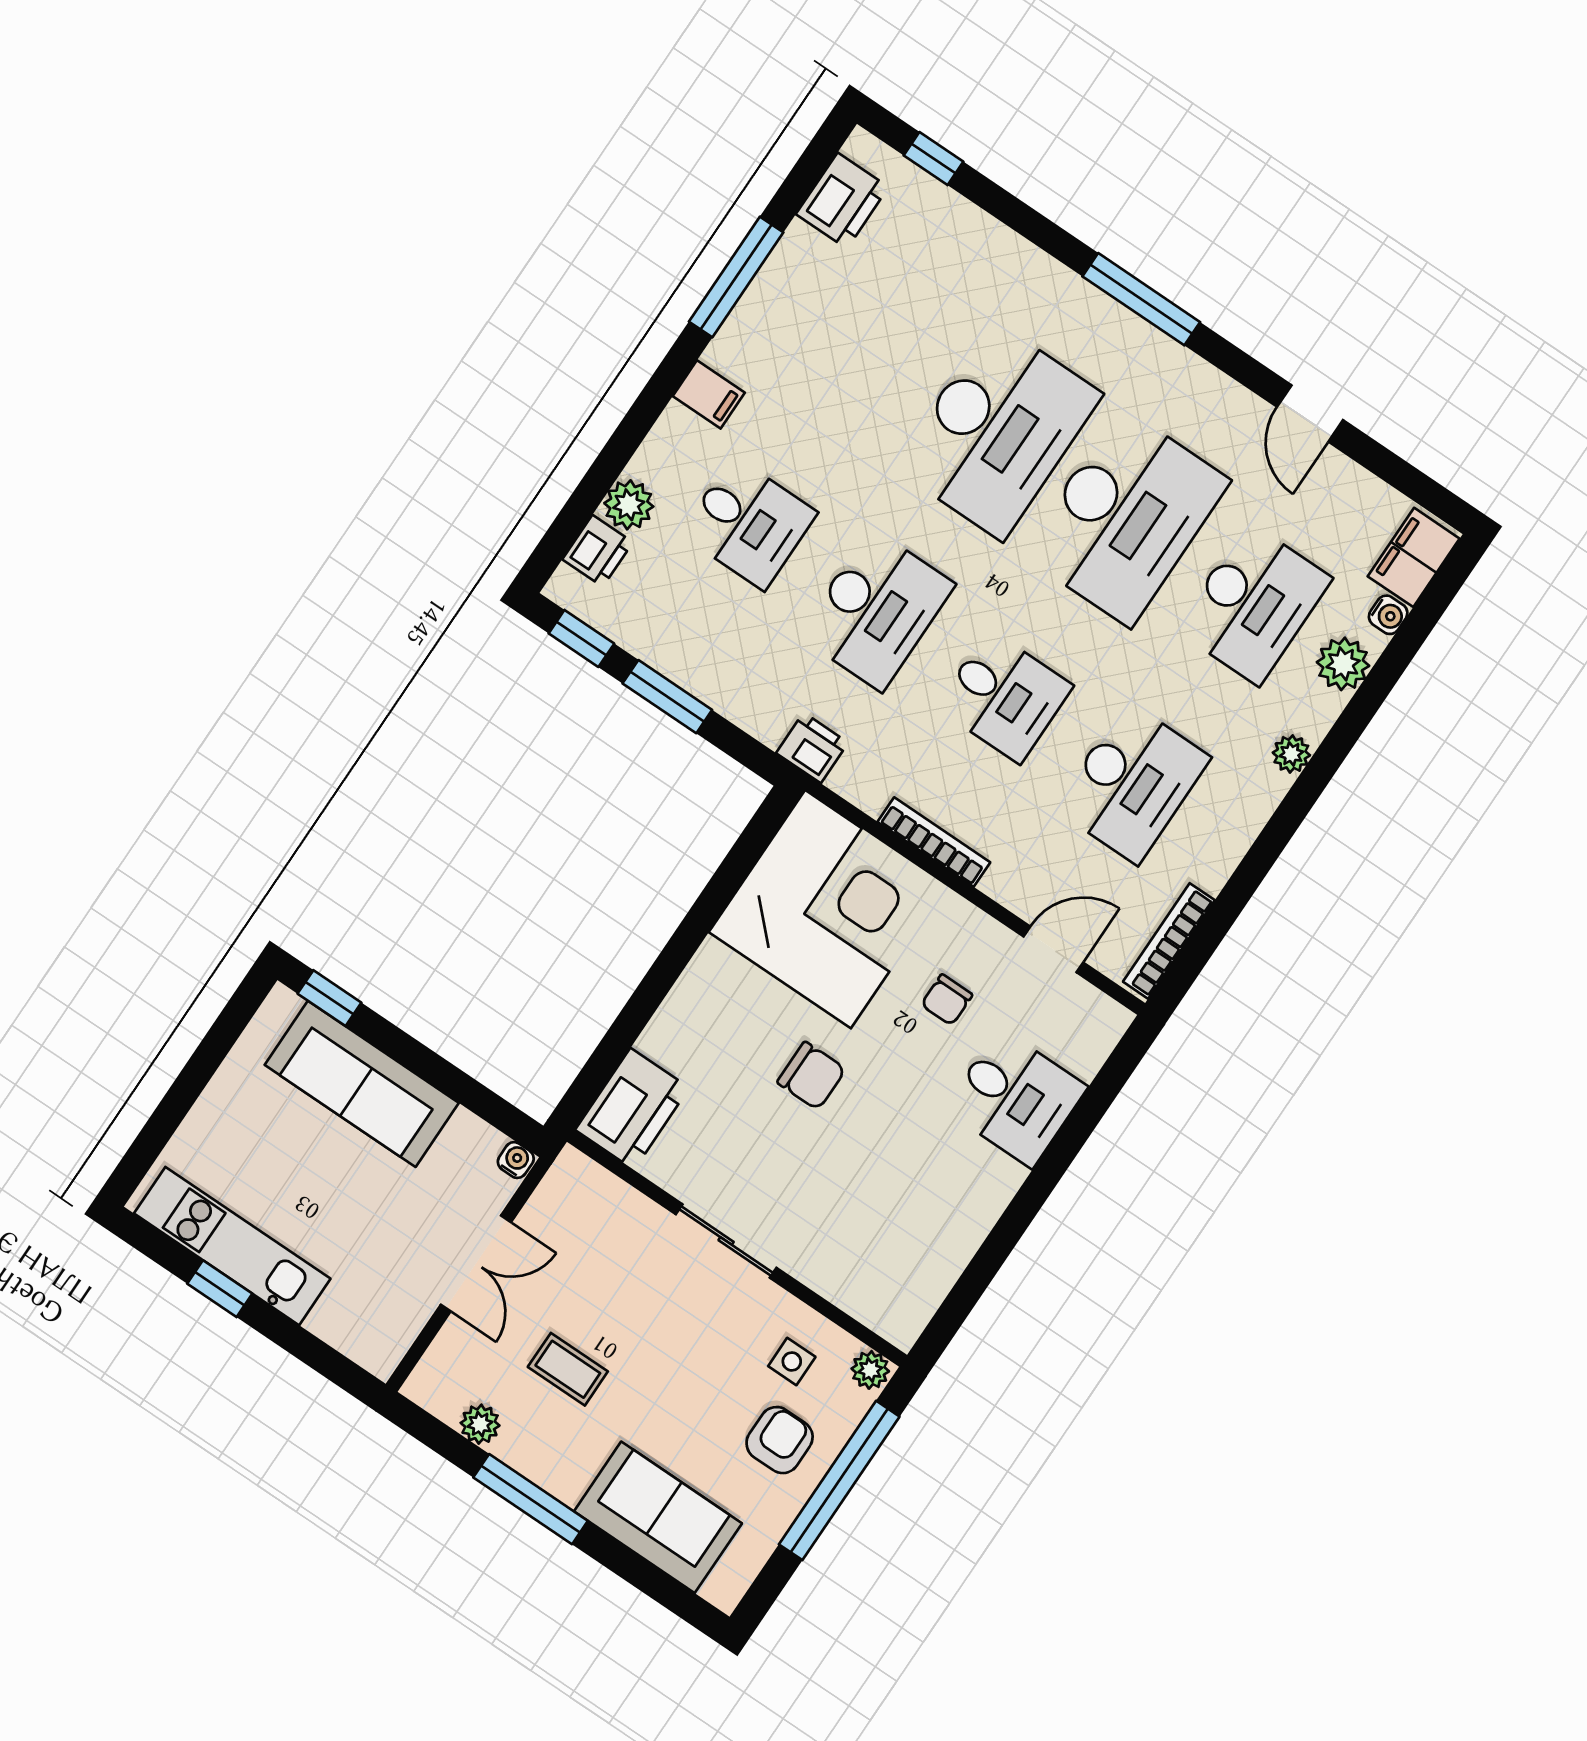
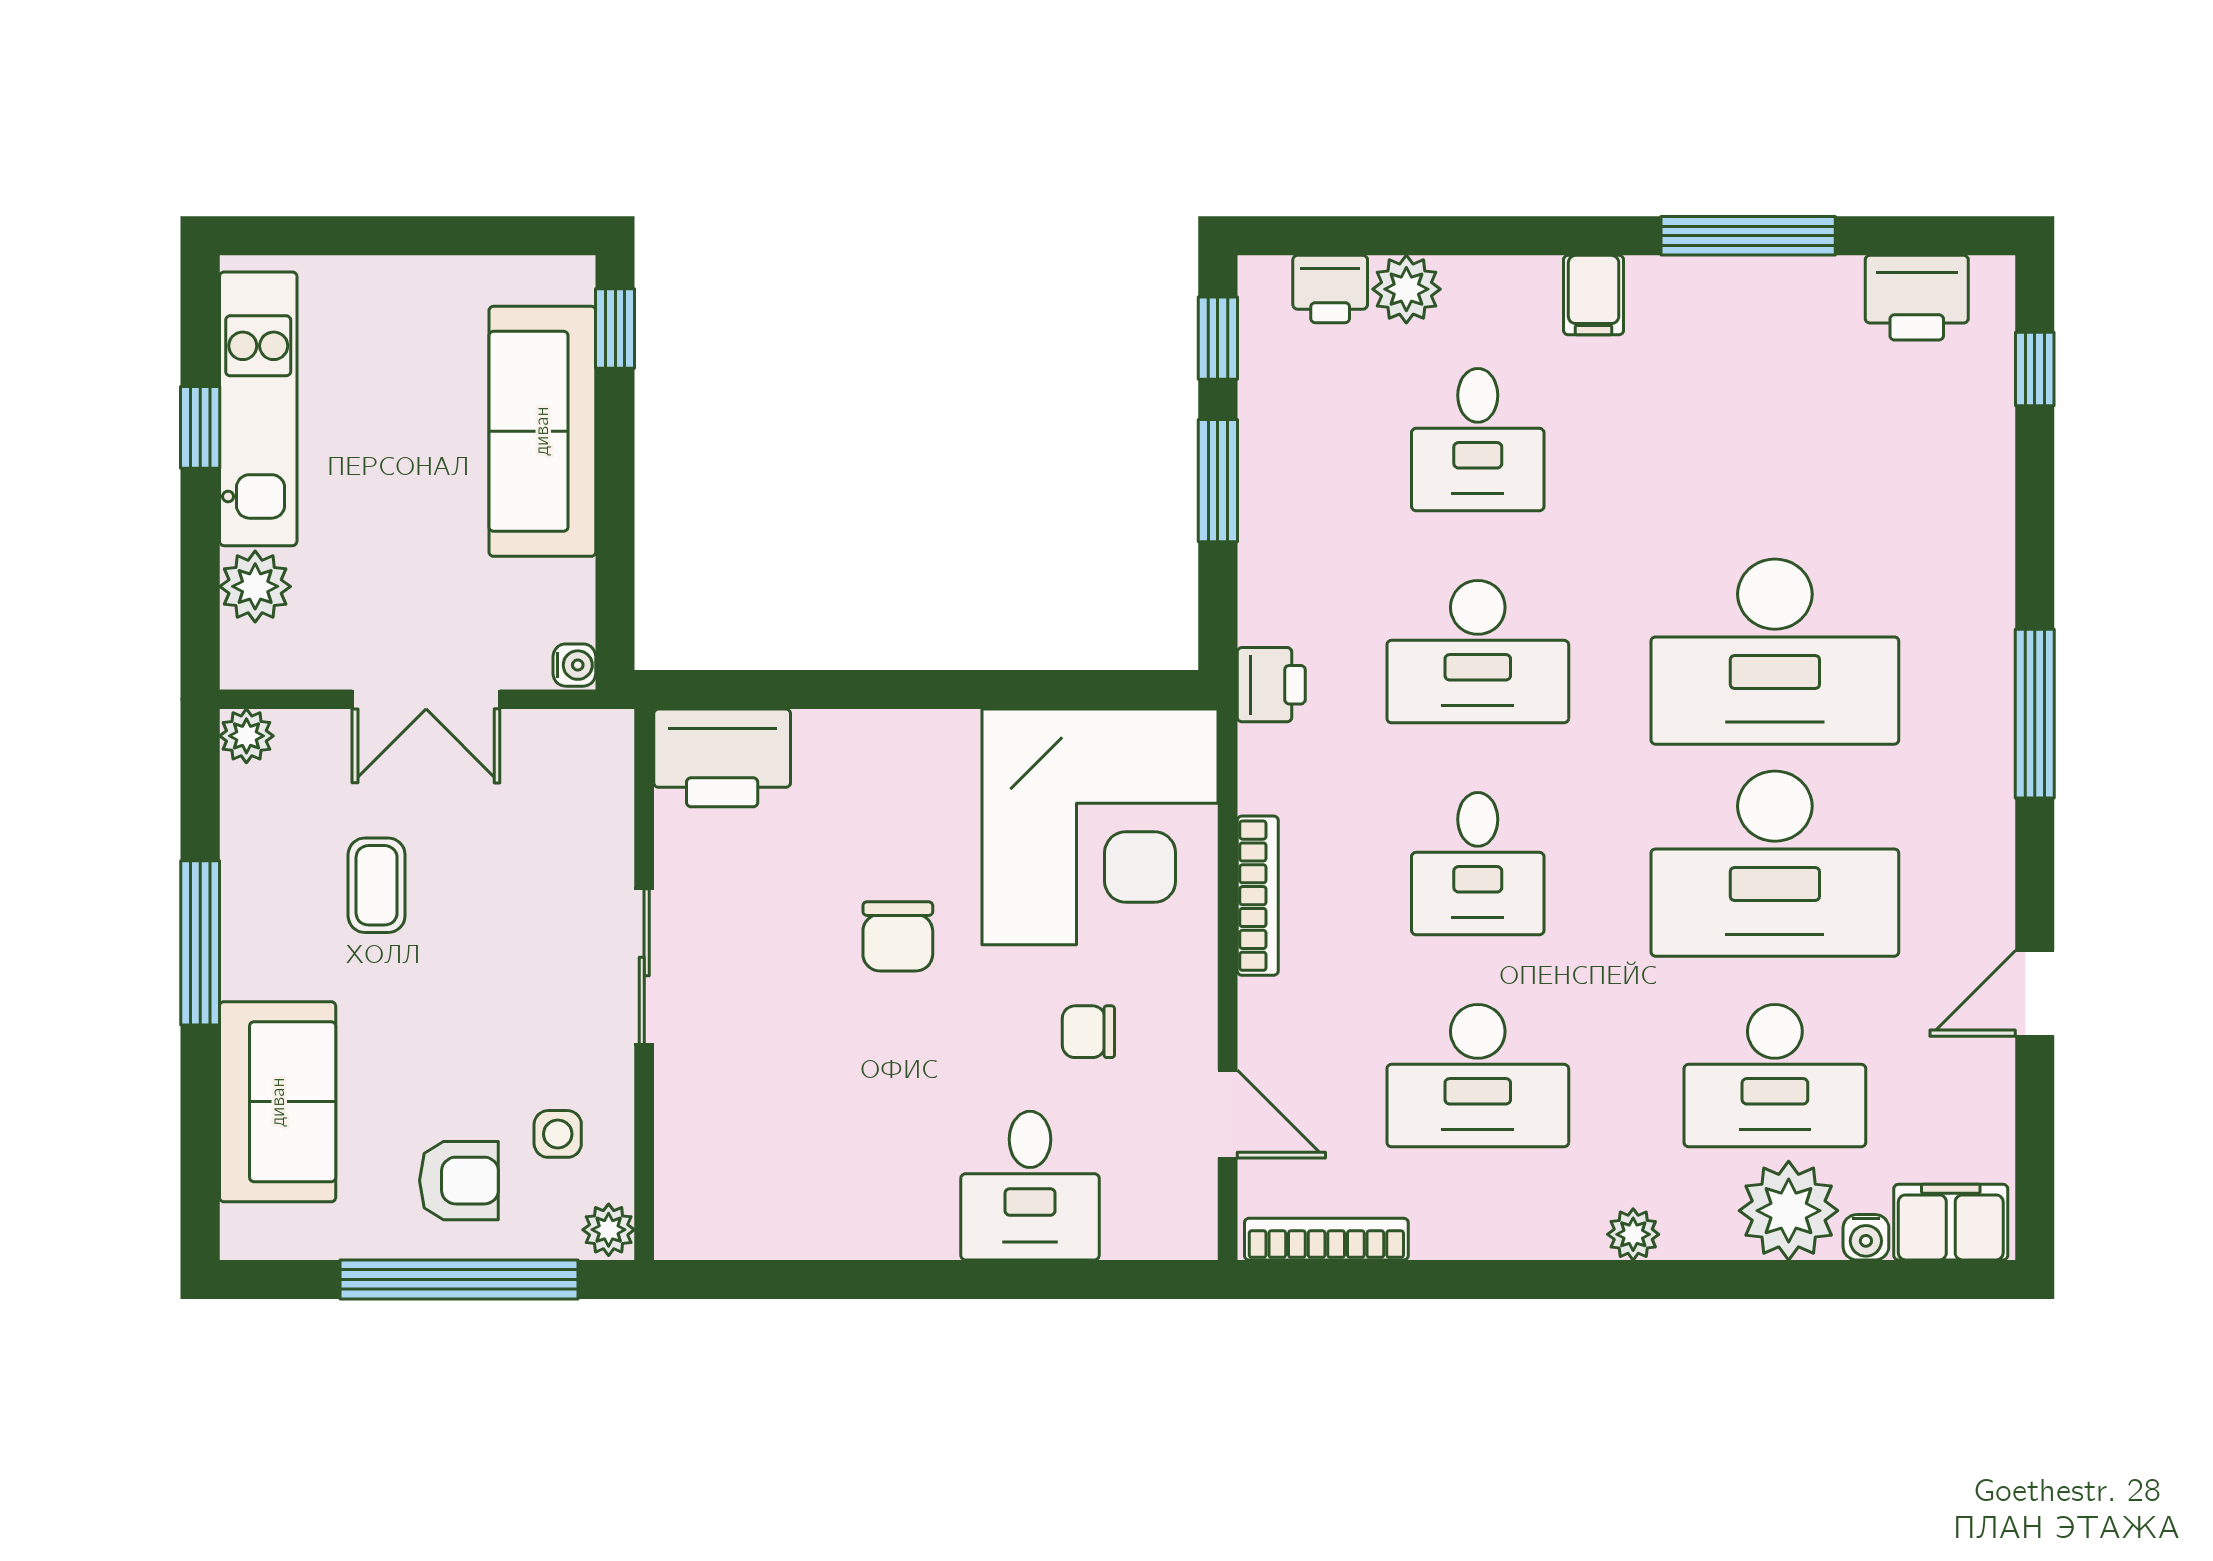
plant: (1343, 664) -> (1789, 1211), width x1.36, depth x1.36
plant: (338, 1320) -> (255, 586), added
plant: (480, 1424) -> (246, 736), moved

